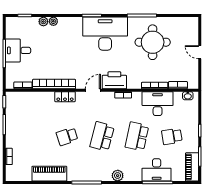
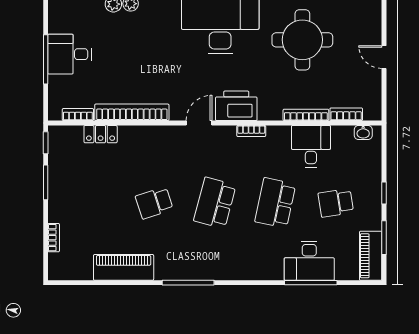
locker: (65, 97) -> (101, 134), moved
desk: (158, 104) -> (311, 146), width x0.73
plant: (118, 176) -> (242, 271), removed

